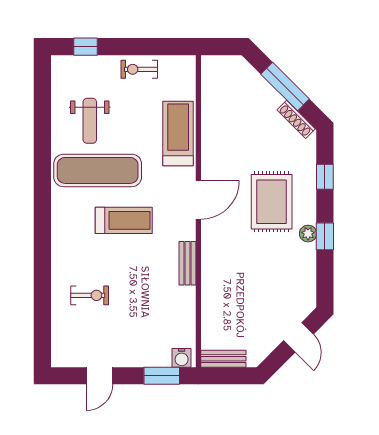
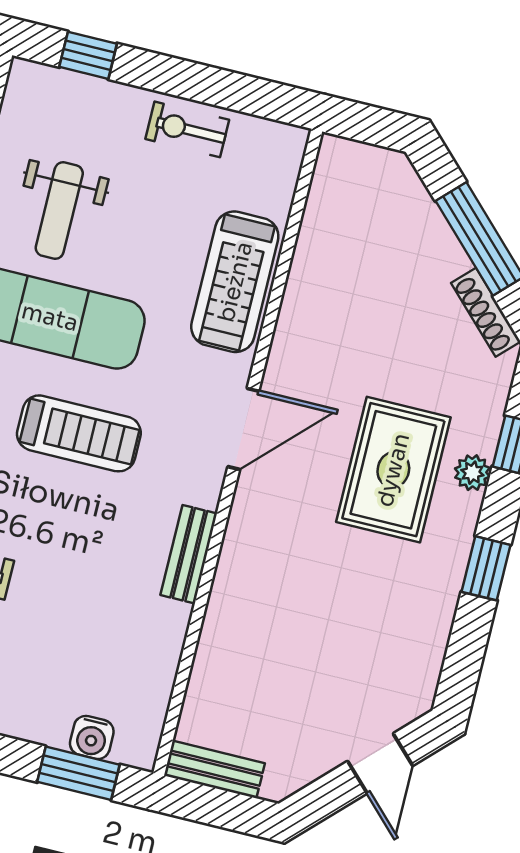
treadmill: (178, 134) -> (235, 282), turned 180
plant: (308, 234) -> (472, 473), moved
water cooler: (182, 358) -> (92, 737), moved

